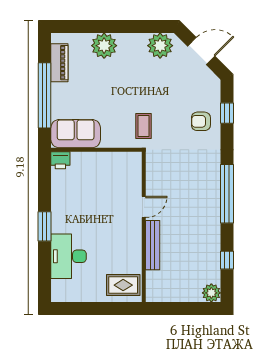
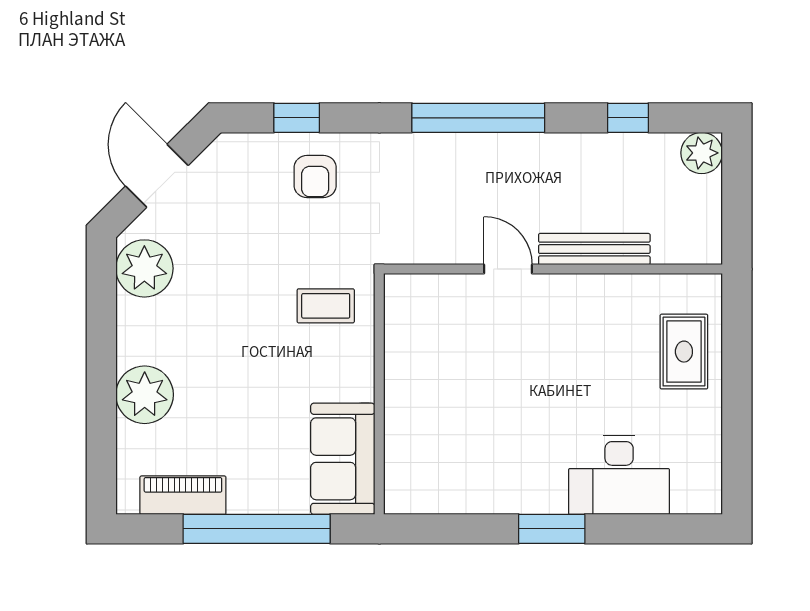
printer: (60, 160) -> (403, 493), removed
door: (144, 207) -> (508, 269), moved
wall: (144, 227) -> (553, 269), moved
bench: (153, 245) -> (594, 249), moved

